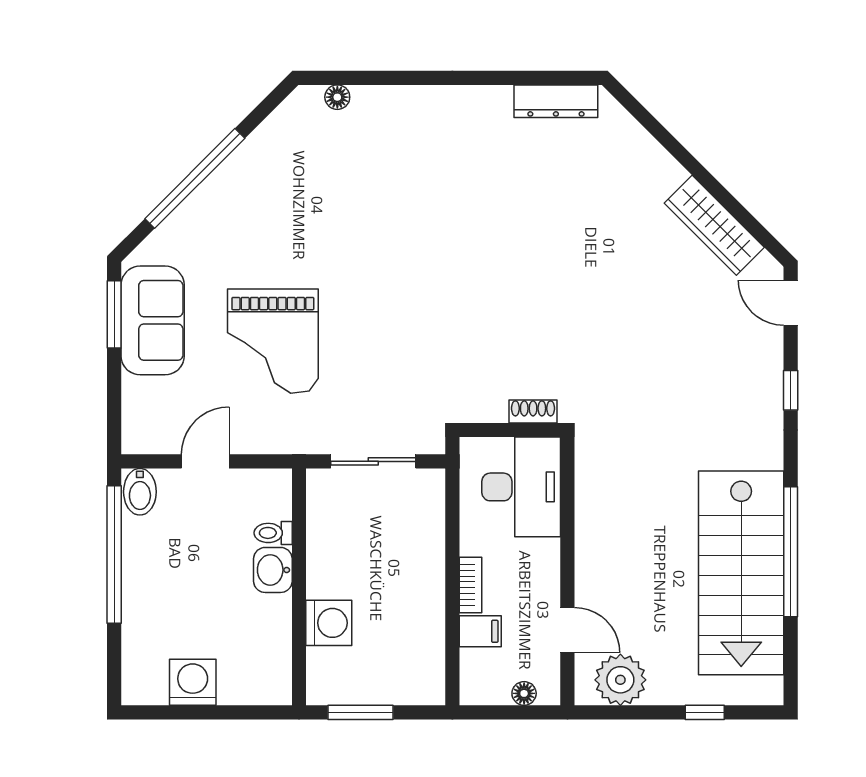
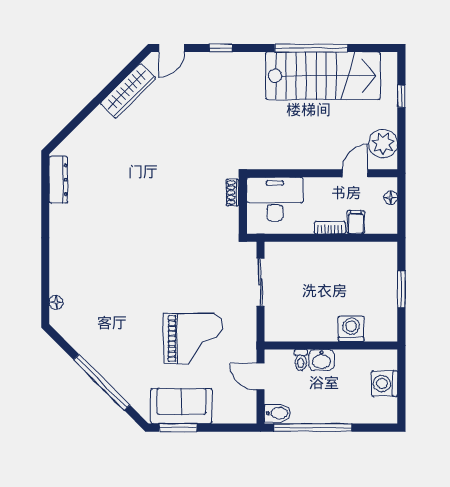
toilet: (273, 533) -> (301, 360), moved
washbasin: (273, 570) -> (321, 360), moved
wall: (299, 587) -> (331, 345), moved
washing machine: (329, 623) -> (351, 329), moved

